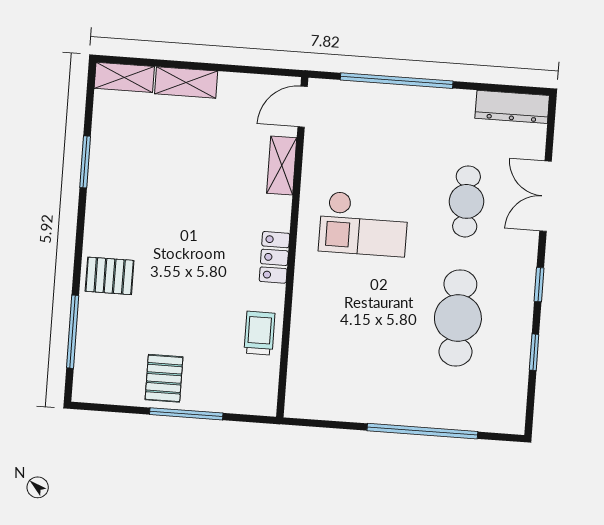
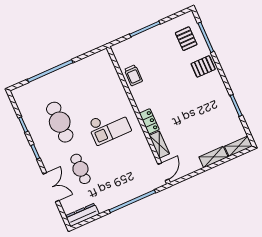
checkout: (364, 224) -> (109, 126), moved, turned 180
locker: (274, 257) -> (149, 121), moved
pallet: (164, 378) -> (186, 39), moved

